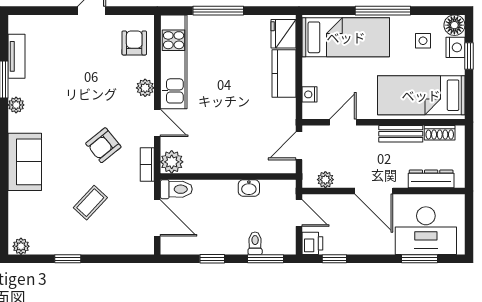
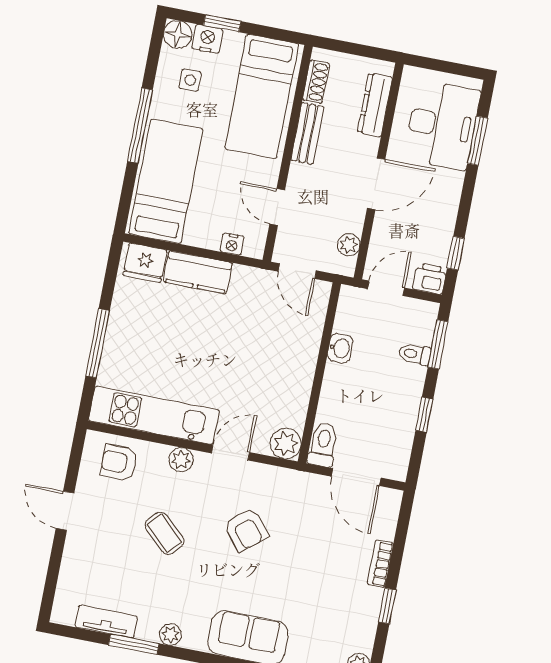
bookcase: (147, 164) -> (380, 564), moved, turned 90
coffee table: (90, 203) -> (164, 533), moved
door: (157, 218) -> (356, 477), swing flipped

